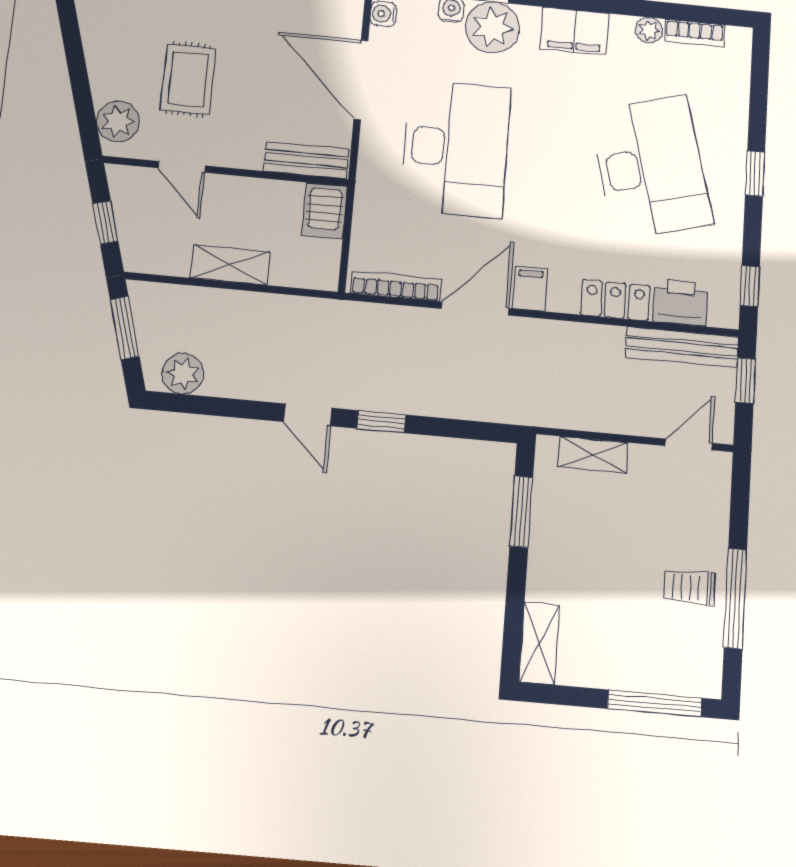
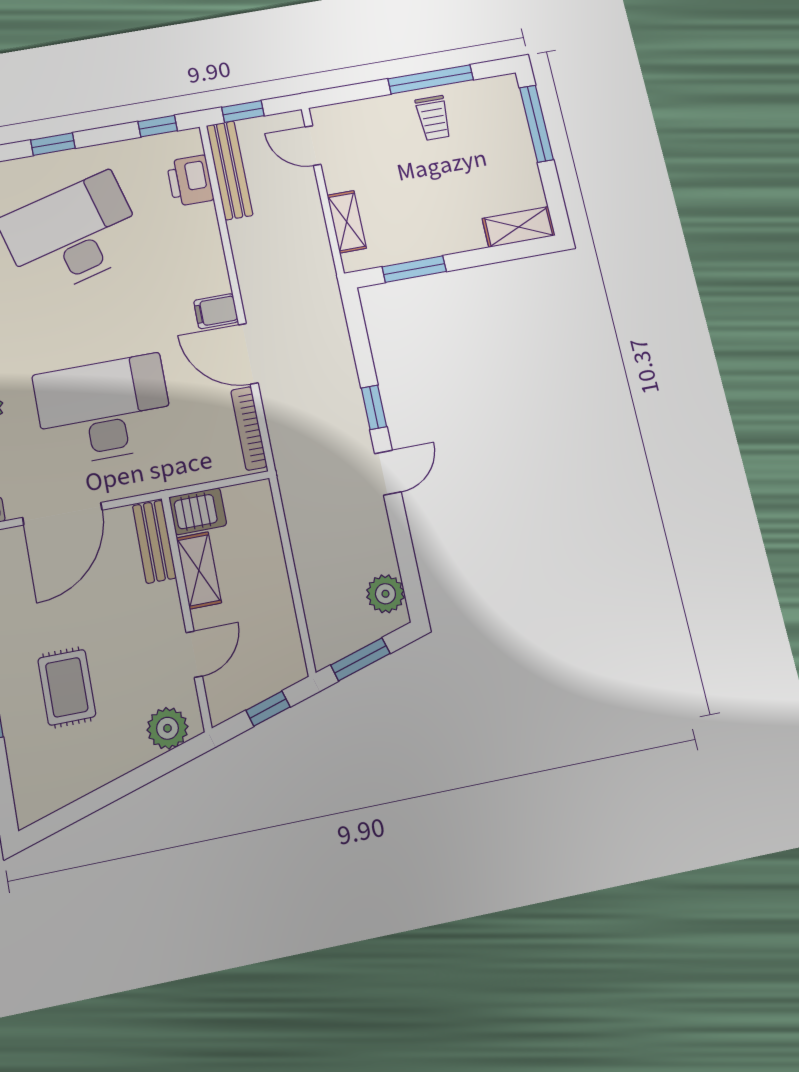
rug: (188, 79) -> (67, 687), moved, turned 90
shelving: (230, 265) -> (199, 570), moved
locker: (615, 300) -> (205, 236), removed

